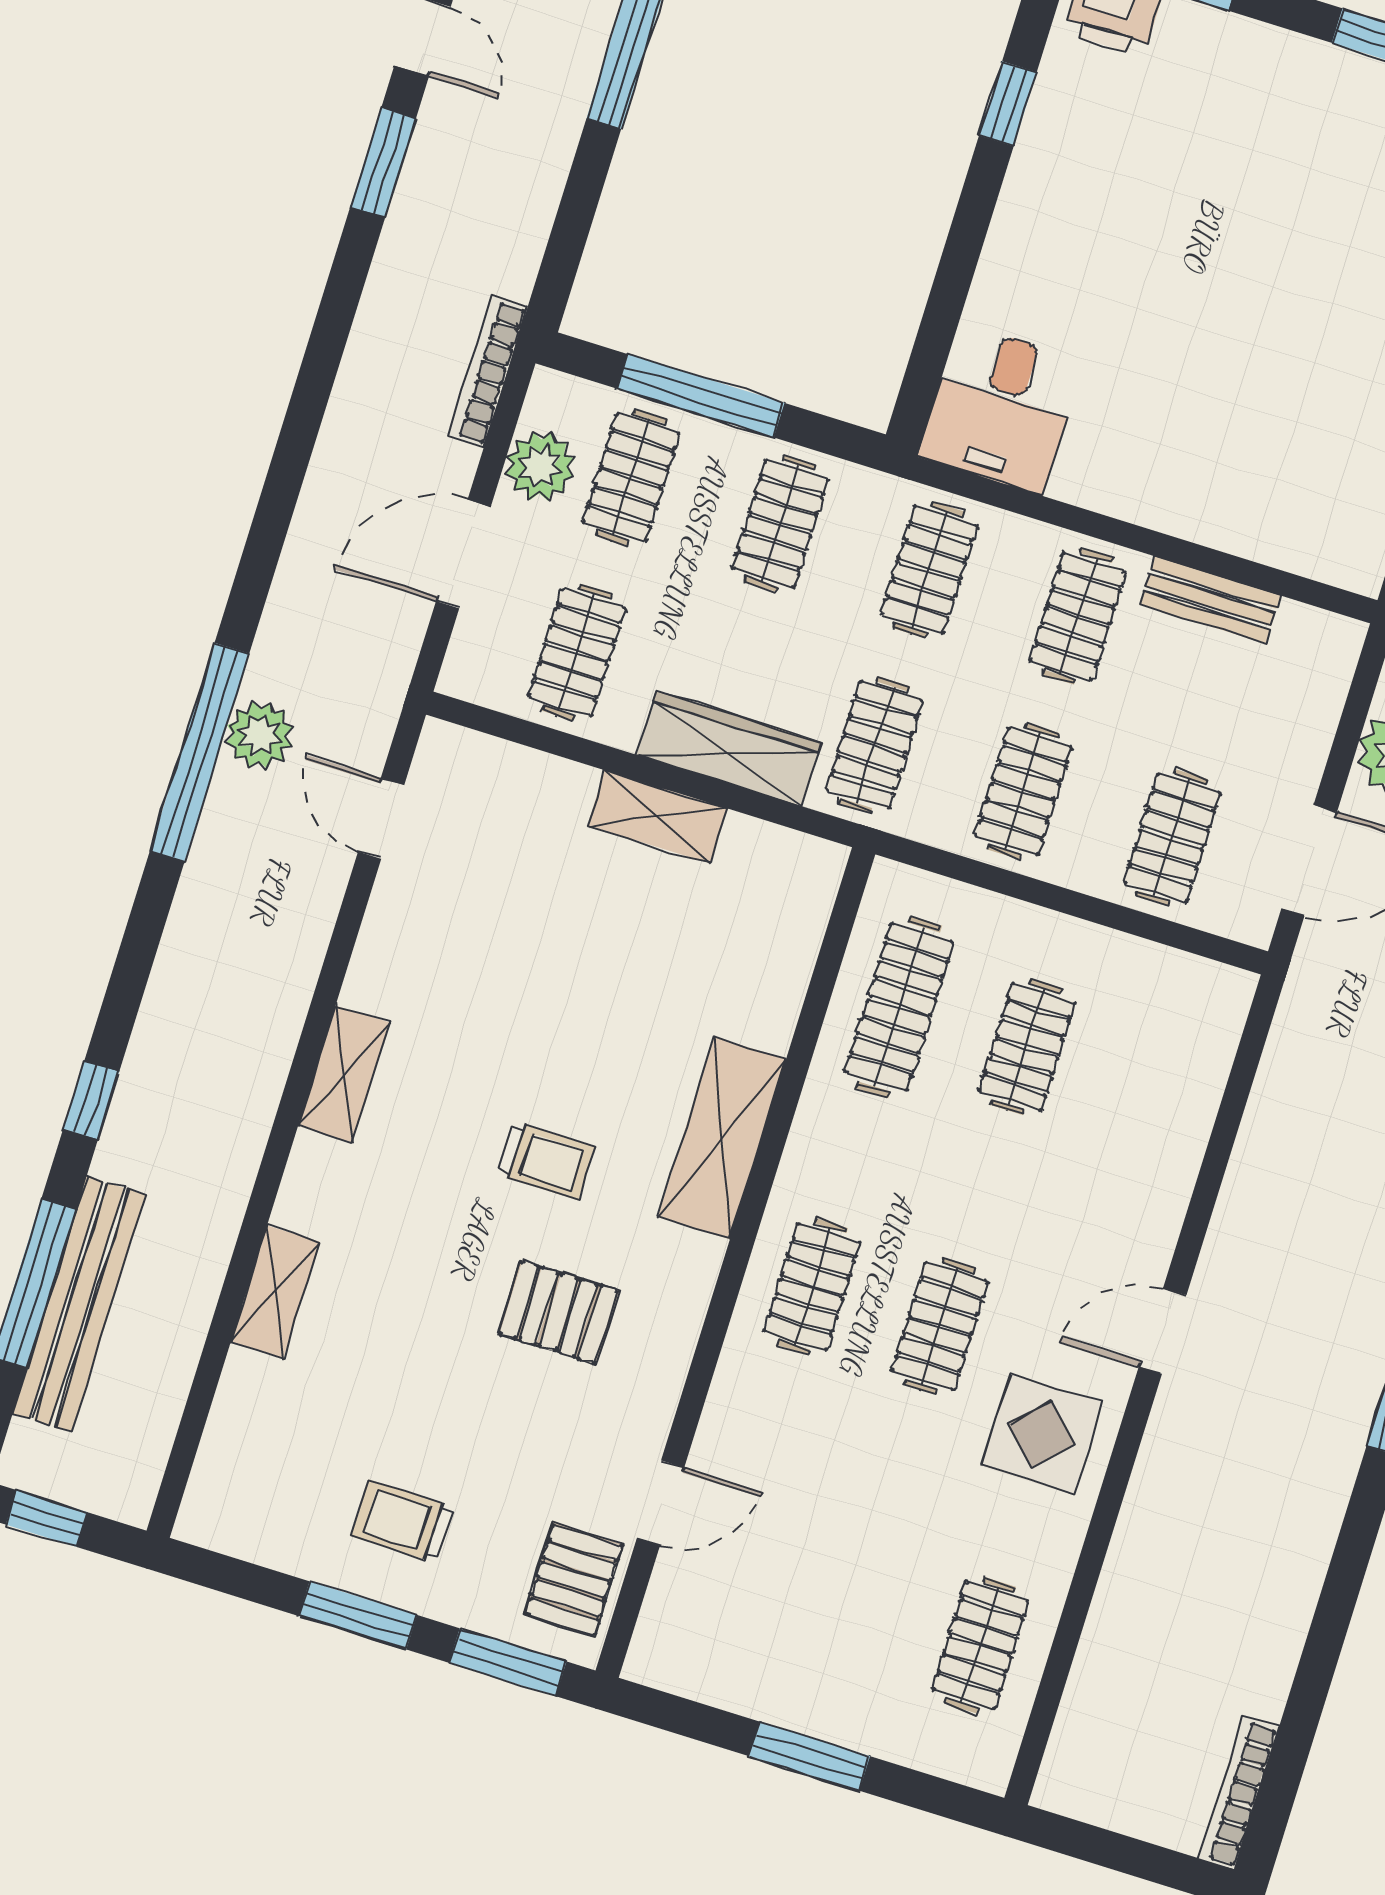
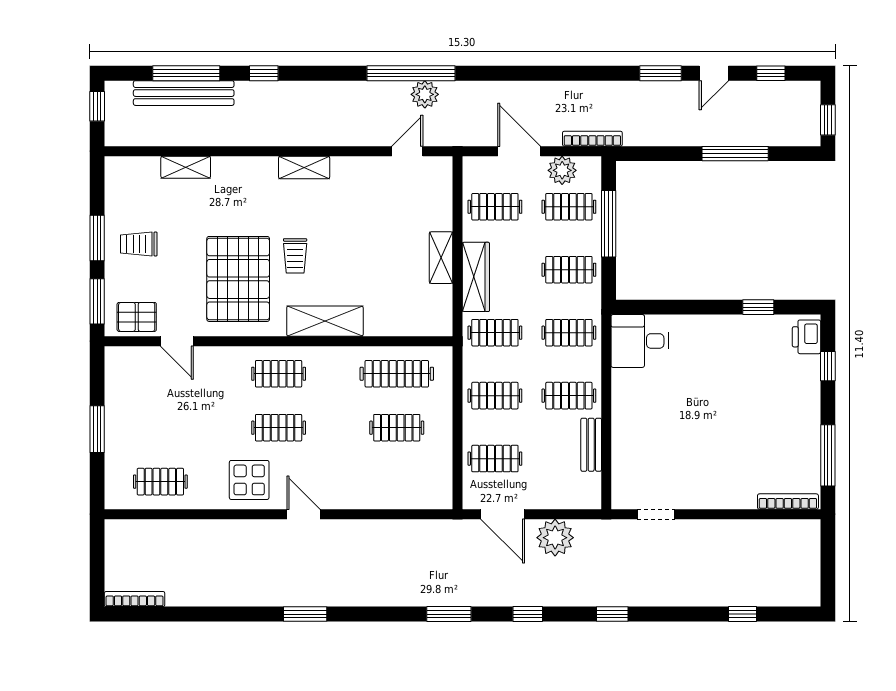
shelving: (275, 1292) -> (186, 167), moved
pallet: (558, 1312) -> (238, 279), width x2.05, depth x2.00
trolley: (403, 1521) -> (139, 244), turned -90

